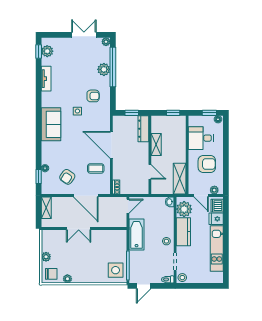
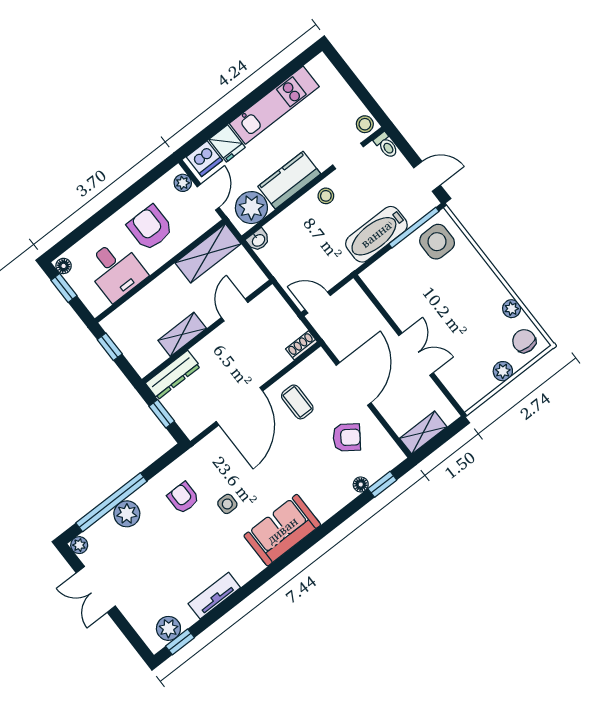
bathtub: (137, 234) -> (376, 234), moved

